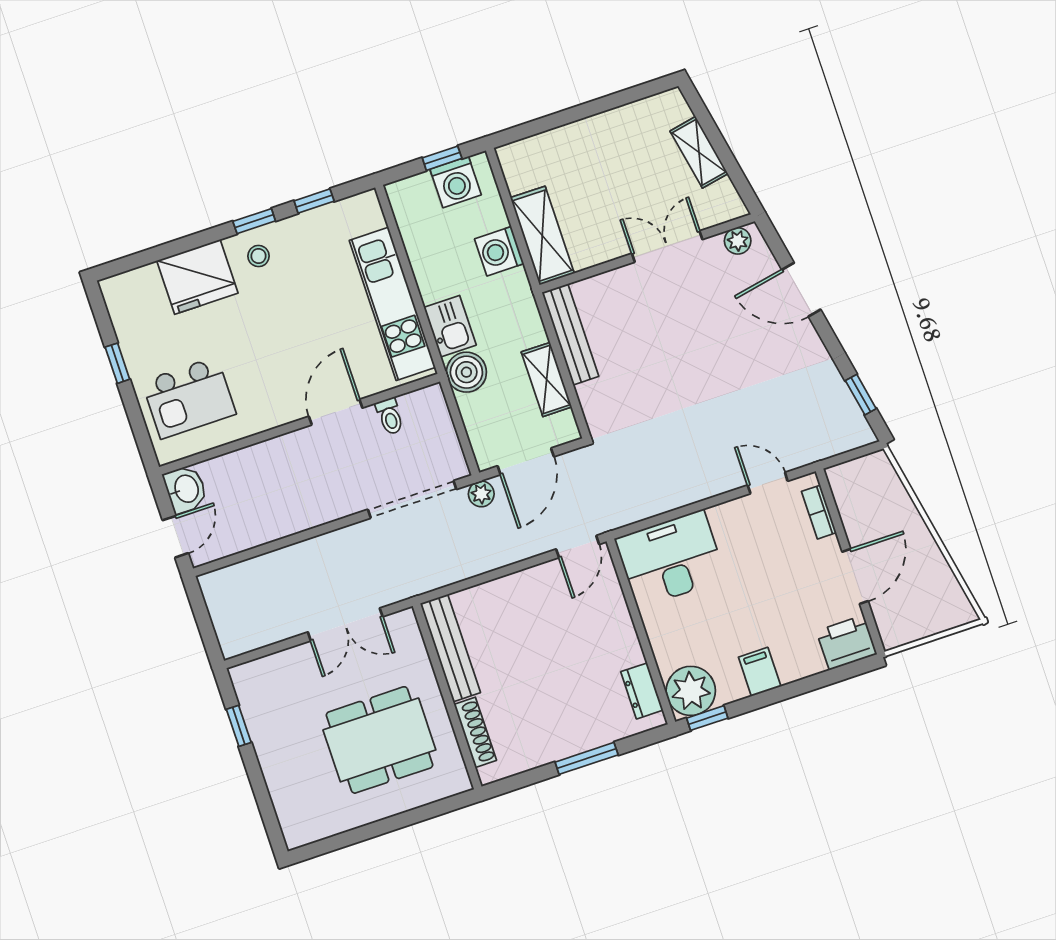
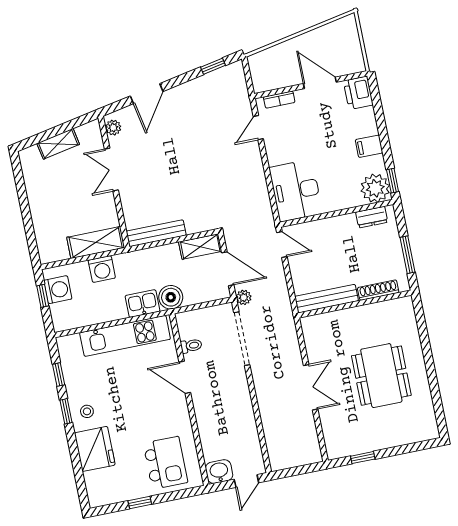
shelving: (547, 379) -> (200, 247), moved
door: (175, 537) -> (246, 481), swing flipped
bench: (450, 648) -> (327, 299), moved
wall: (447, 696) -> (355, 304), moved
shoe rack: (475, 732) -> (378, 290), moved

